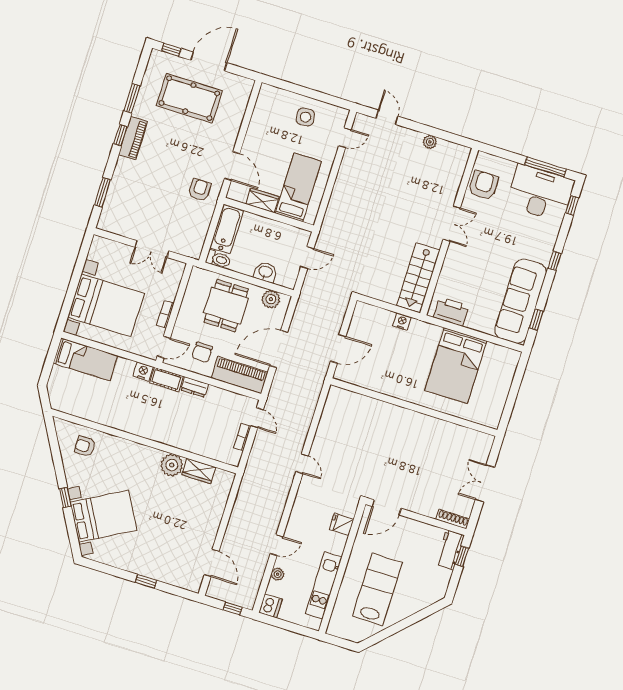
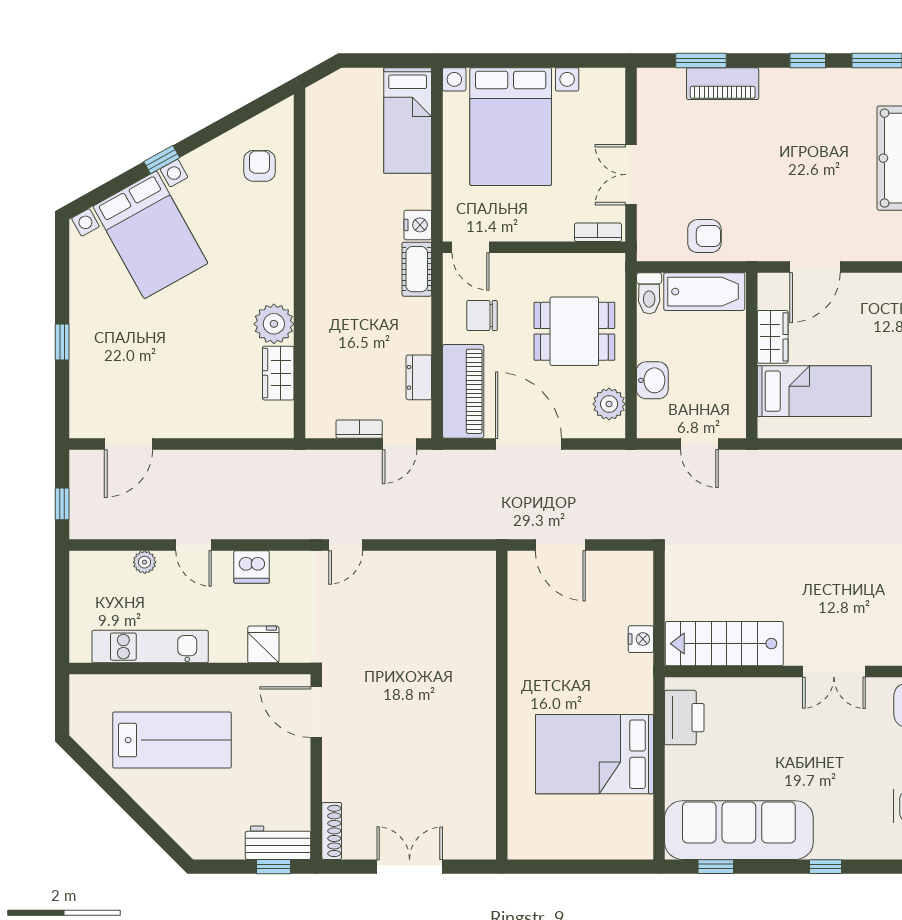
piano: (133, 138) -> (723, 84), moved
armchair: (200, 190) -> (704, 236), moved
bookcase: (165, 314) -> (598, 232), moved
dresser: (195, 387) -> (419, 377), moved
dishwasher: (270, 606) -> (252, 567), moved

